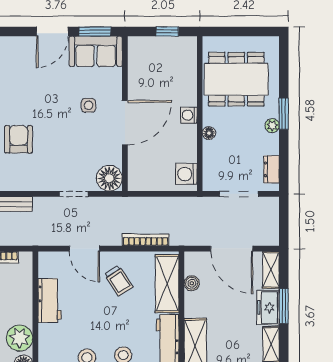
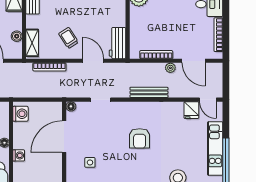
door: (125, 123) -> (64, 137), moved
floor lamp: (109, 178) -> (71, 106), width x0.53, depth x0.53
shelving: (167, 284) -> (32, 43), width x0.67, depth x0.75
workbench: (50, 301) -> (117, 43), moved

